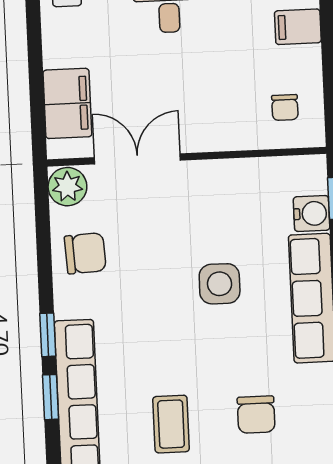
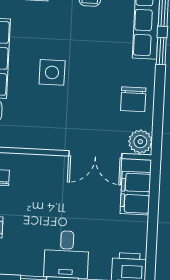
chair: (85, 253) -> (133, 99), turned -87

